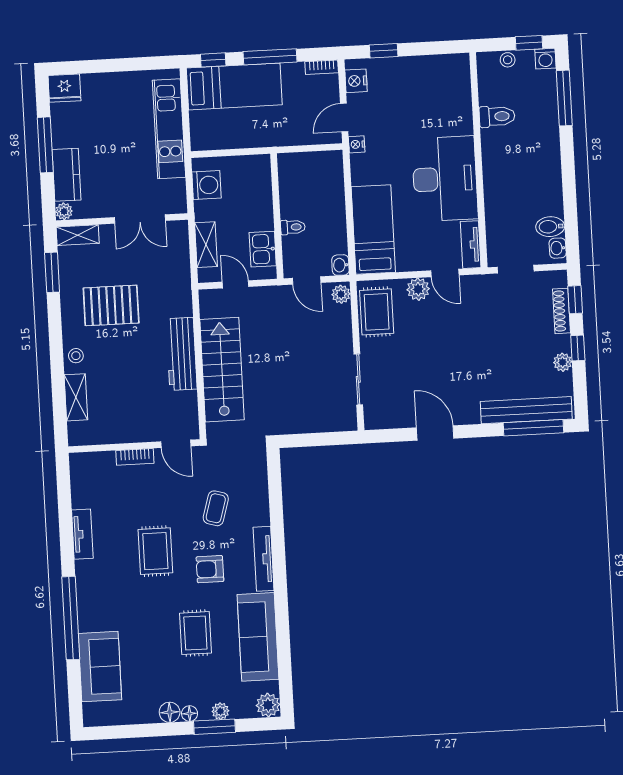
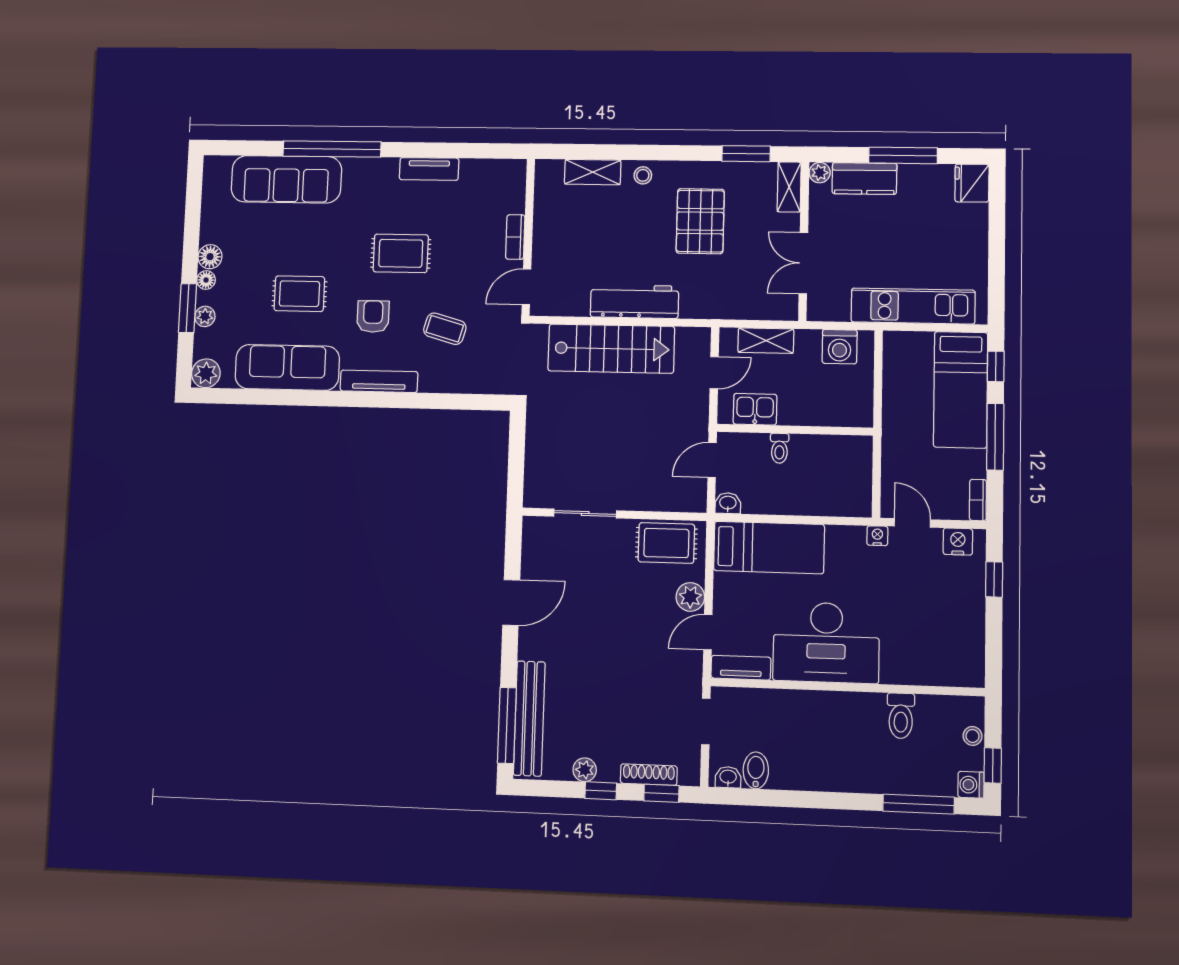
plant: (341, 294) -> (692, 501), removed
sofa: (100, 667) -> (286, 179), width x1.36

